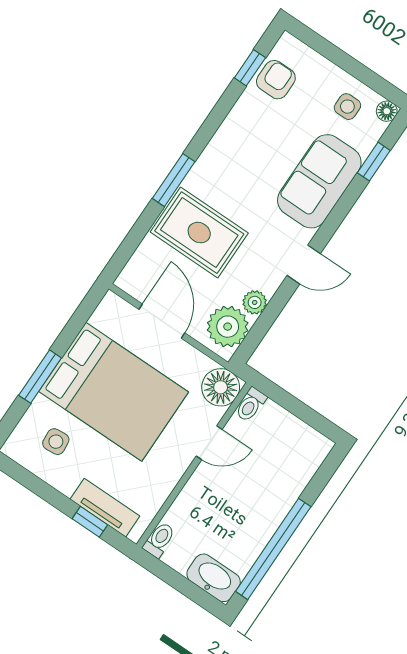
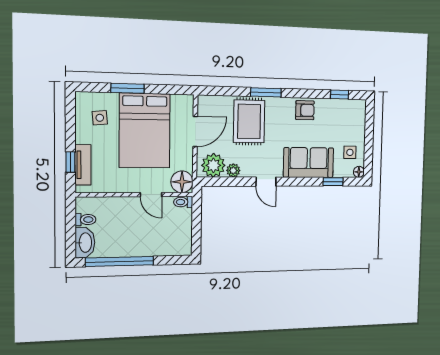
armchair: (276, 80) -> (305, 110), moved
toilet: (159, 540) -> (85, 220), moved

